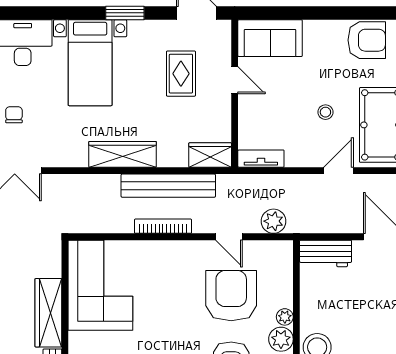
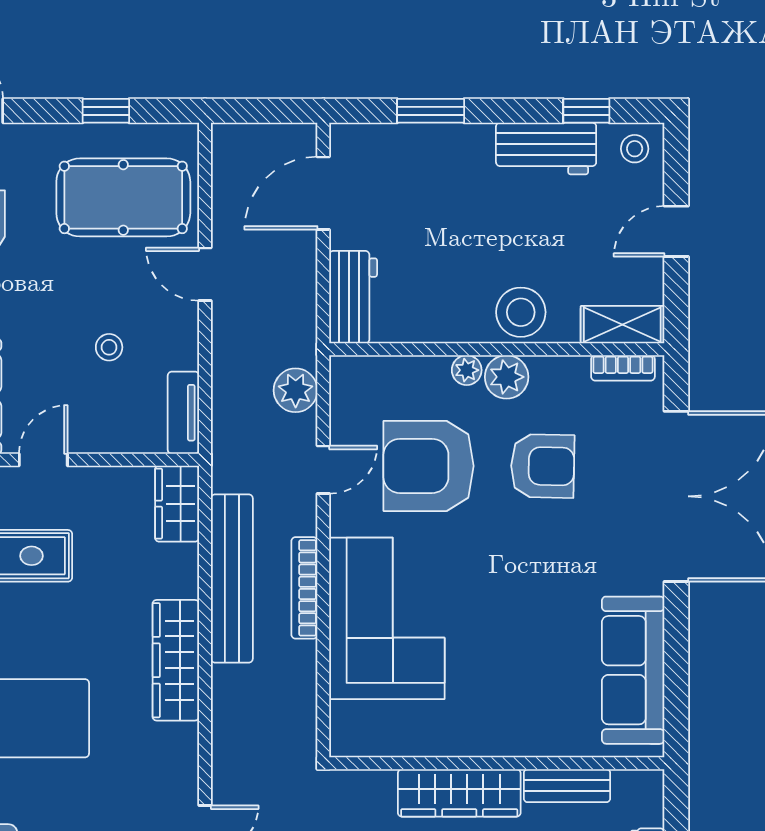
stool: (325, 112) -> (109, 347), moved
corner sofa: (100, 285) -> (387, 618), moved, turned 90

